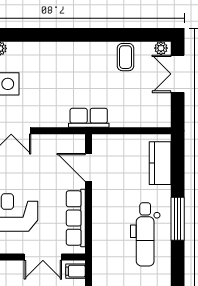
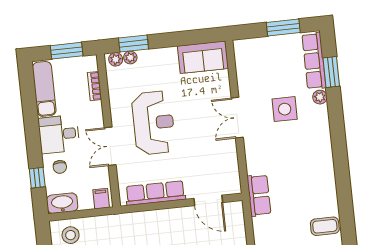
door: (88, 167) -> (208, 200), swing flipped
double door: (43, 257) -> (110, 146), moved

